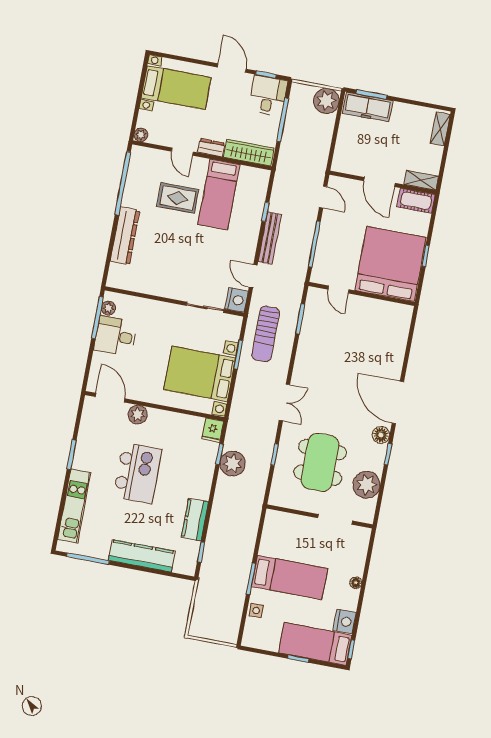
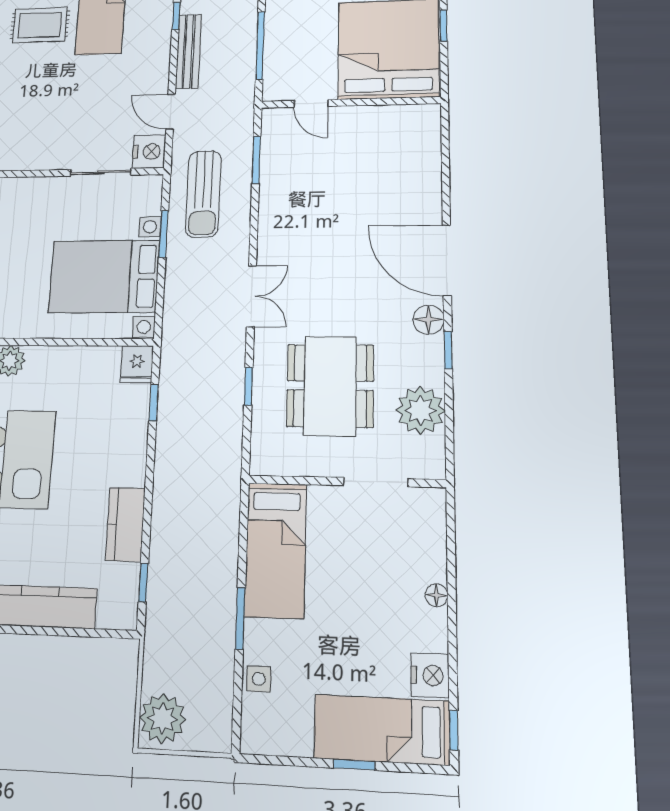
plant: (233, 464) -> (163, 719), moved
bed: (290, 577) -> (276, 550), moved, turned 90

